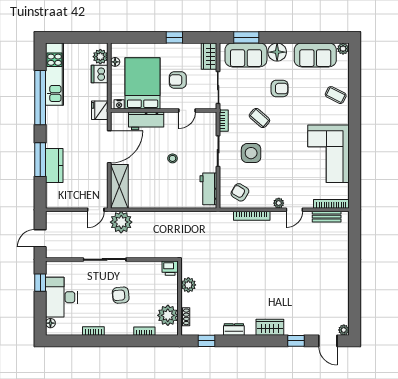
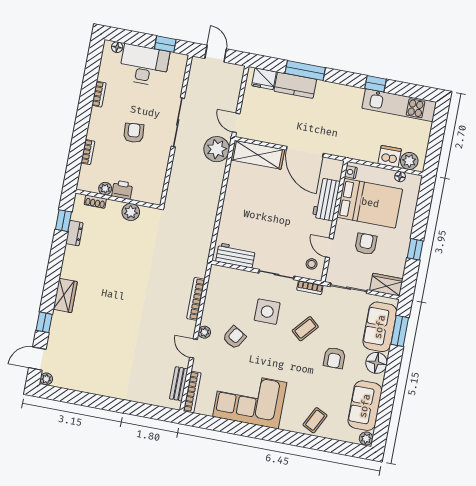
window: (40, 98) -> (375, 84), width x0.32
fridge: (100, 110) -> (264, 79), moved, turned 180
stool: (173, 158) -> (312, 264), moved
armchair: (240, 192) -> (234, 337), moved
printer: (170, 268) -> (122, 190), moved, turned 90
plant: (168, 315) -> (105, 189), width x0.53, depth x0.53
dresser: (234, 329) -> (74, 233), moved

